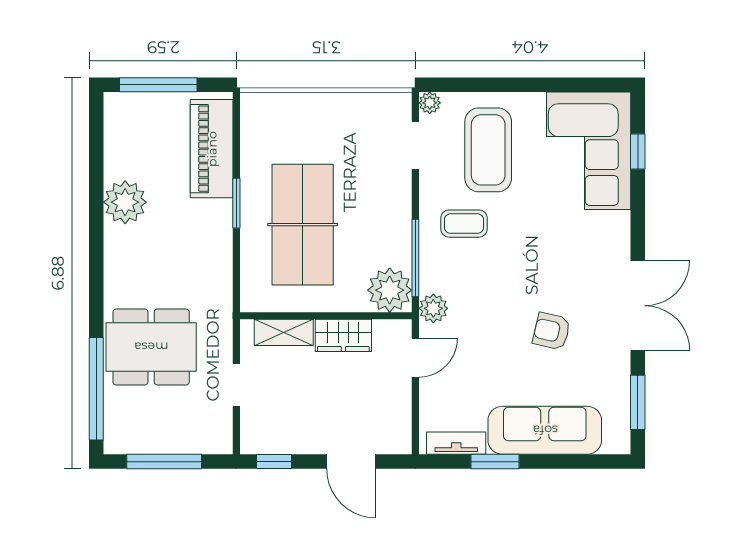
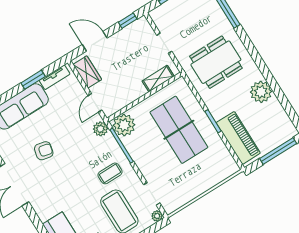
wardrobe: (343, 335) -> (87, 72), moved, turned 90
dining table: (151, 347) -> (216, 62), moved

